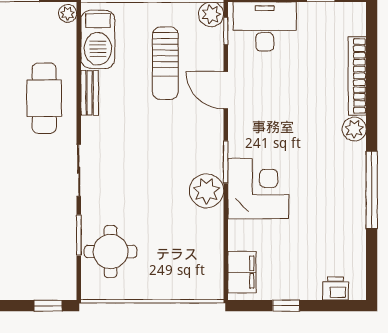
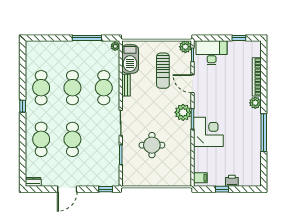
plant: (206, 191) -> (183, 112), moved
round table: (111, 252) -> (152, 145), moved
filing cabinet: (242, 272) -> (200, 178), width x0.50
printer: (335, 289) -> (232, 181), moved

